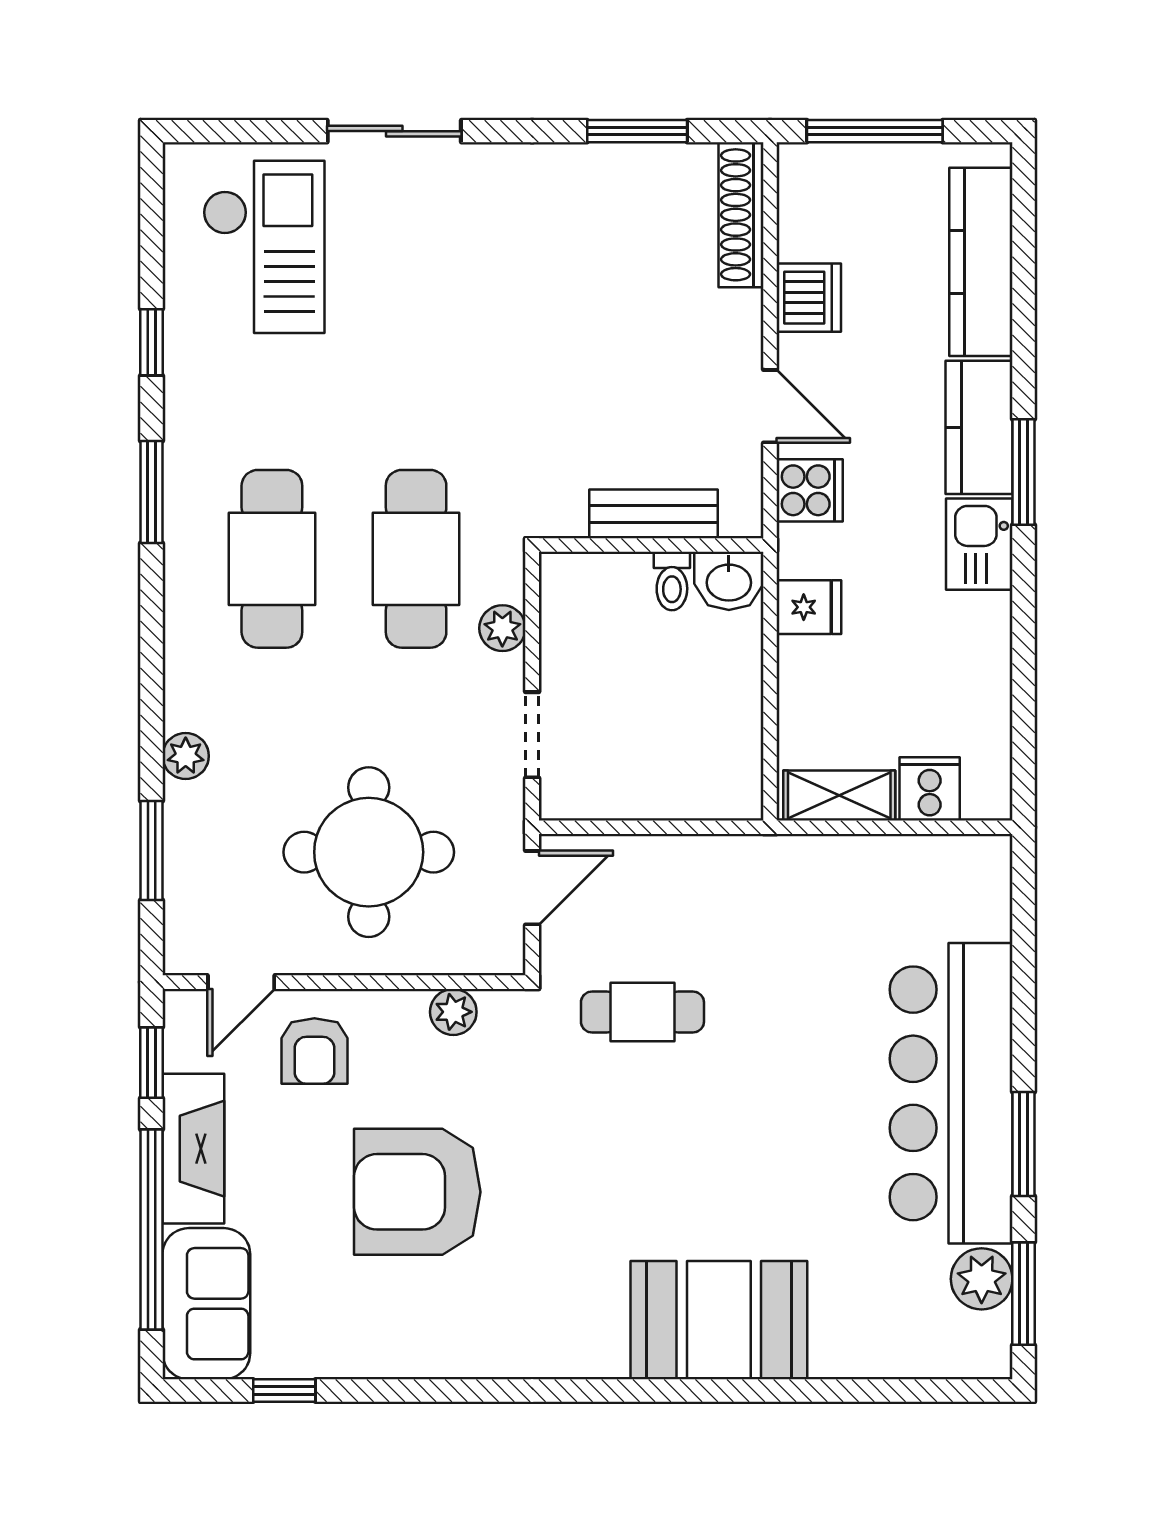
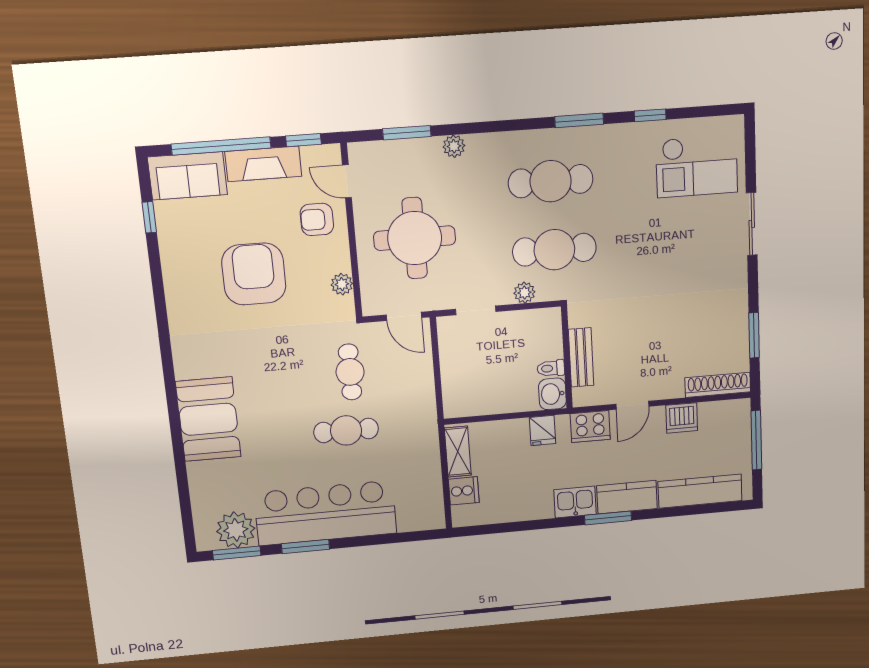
cooker: (810, 490) -> (590, 427), width x1.36
cafe table: (770, 1032) -> (346, 430), added
plant: (982, 1279) -> (236, 530), width x1.36, depth x1.36

